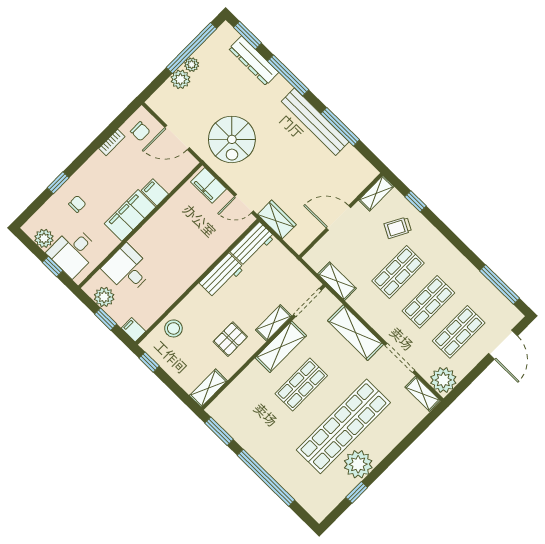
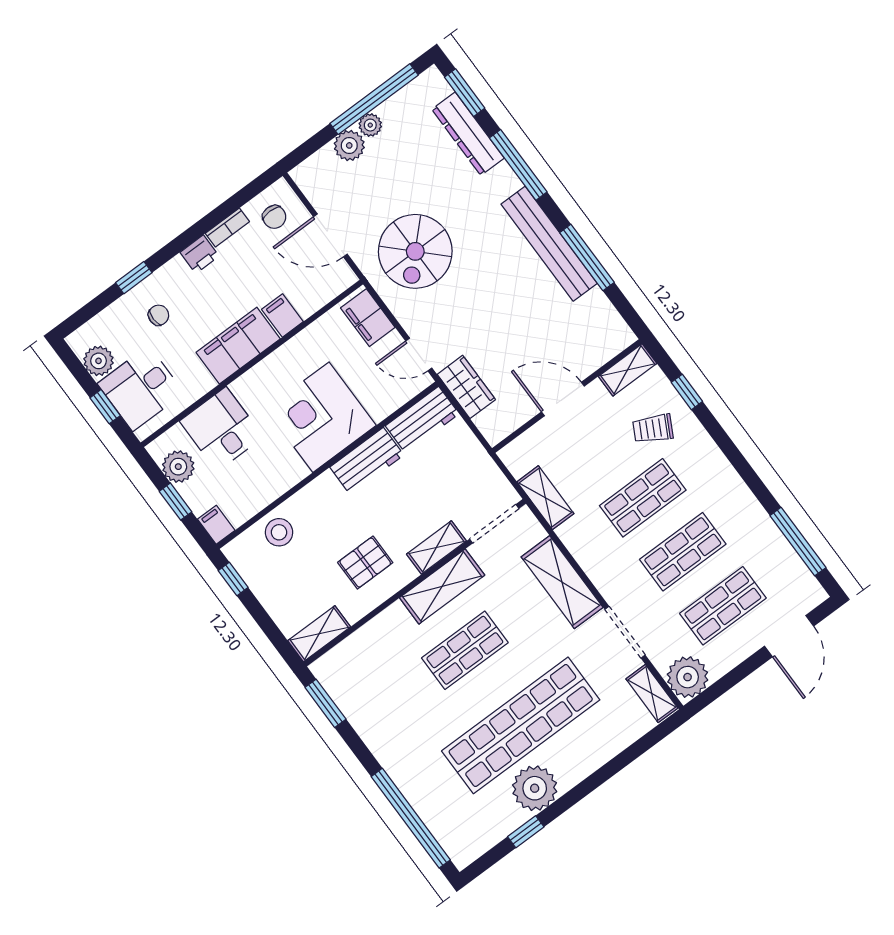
printer: (97, 162) -> (200, 254), added
corner desk: (189, 252) -> (321, 417), added
window: (266, 478) -> (411, 818), moved

